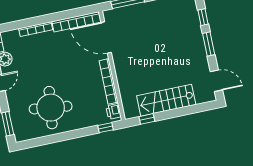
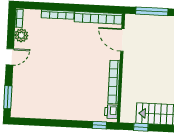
door: (106, 37) -> (122, 40), width x0.73
round table: (51, 108) -> (52, 93), removed

